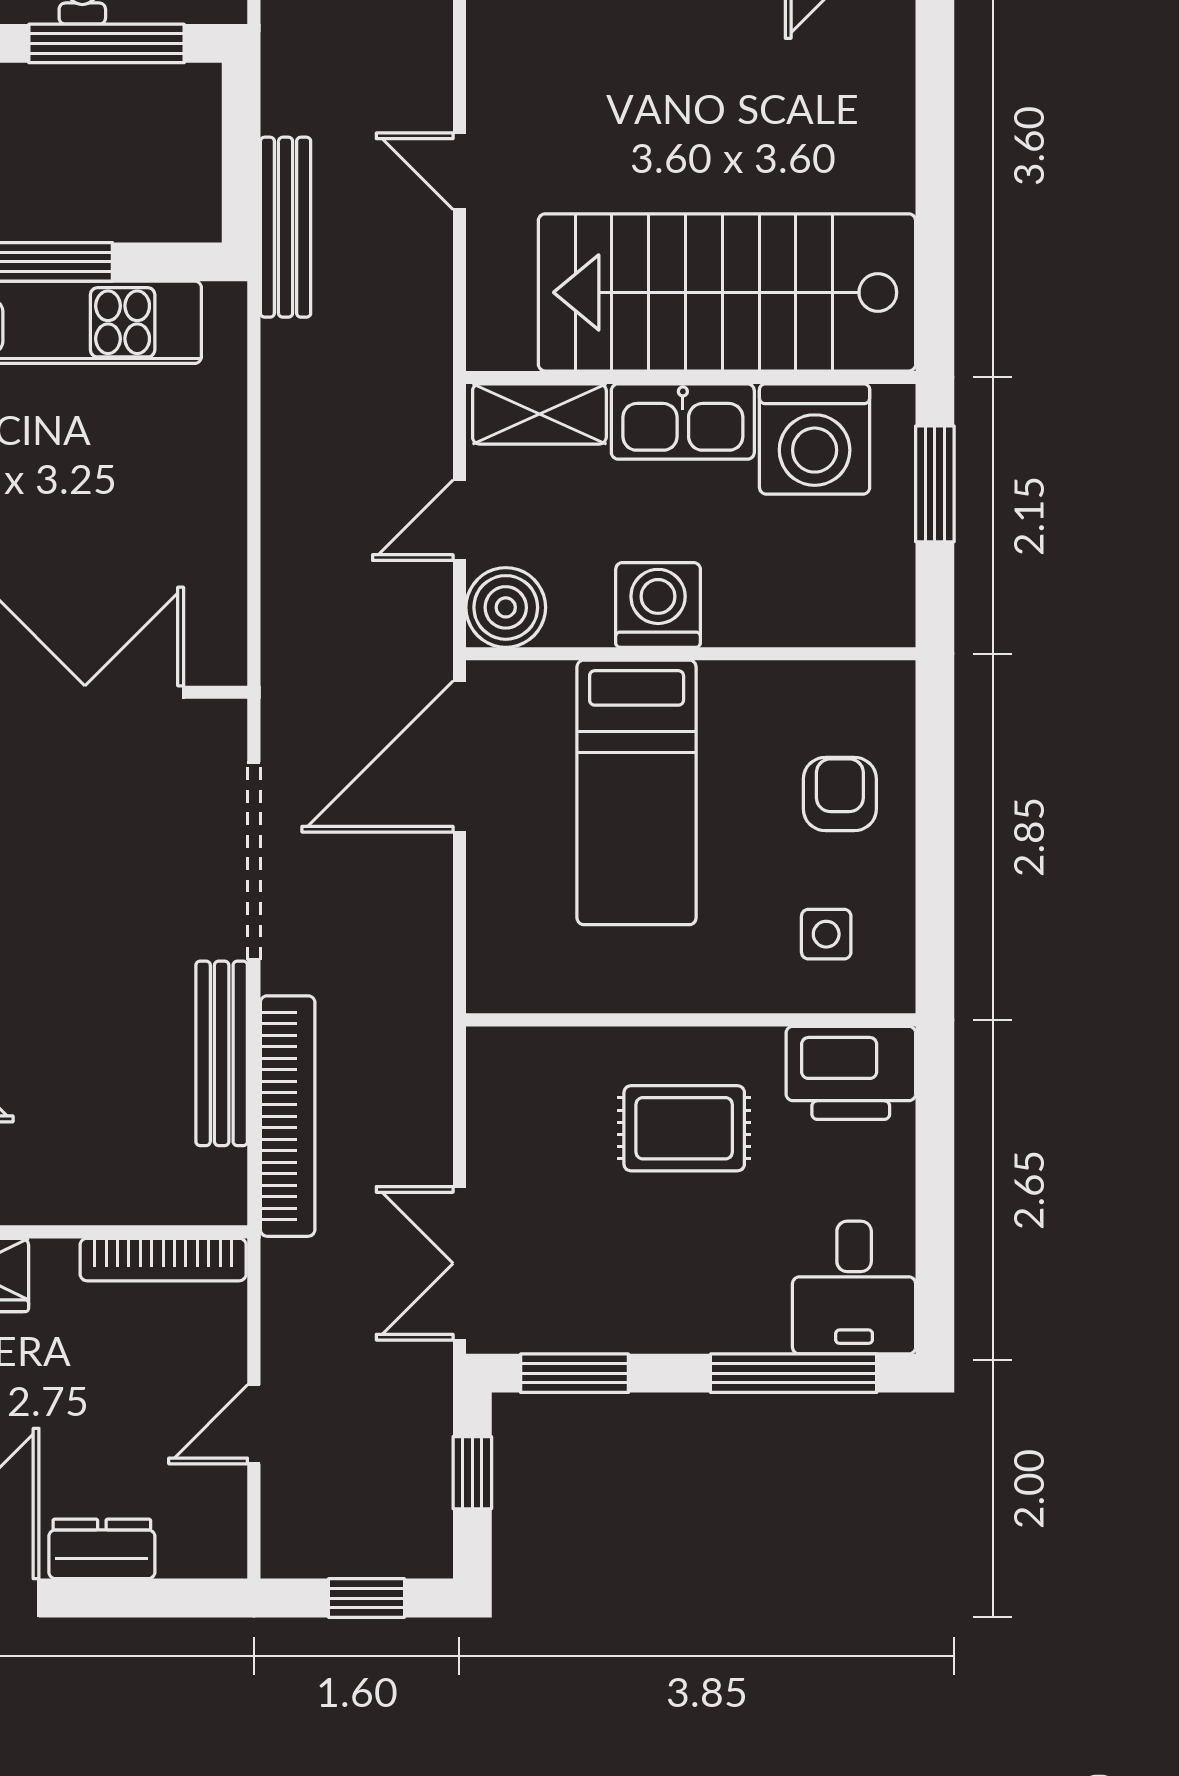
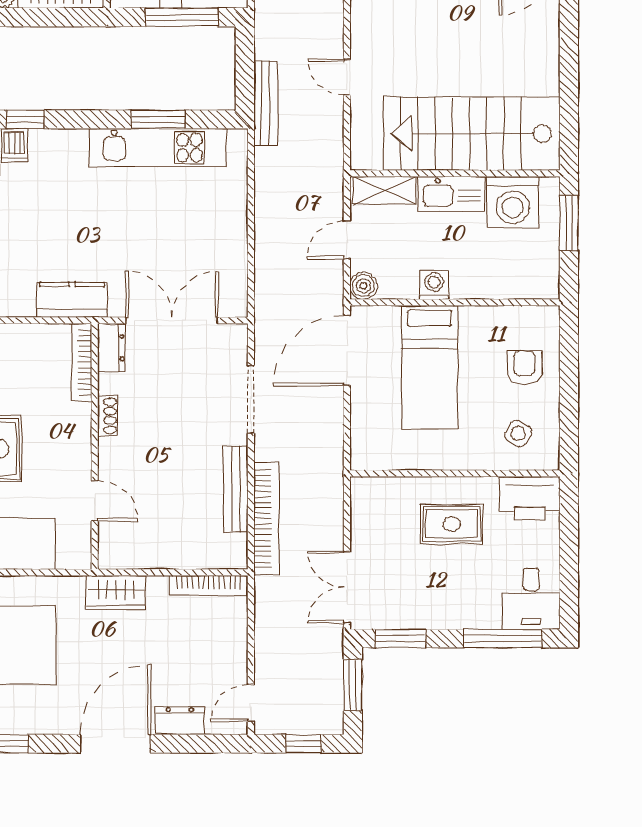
washing machine: (658, 605) -> (434, 285), width x0.73, depth x0.73
boiler: (506, 607) -> (363, 286), width x0.73, depth x0.73
doorway: (254, 861) -> (251, 399), width x0.73
side table: (826, 934) -> (518, 433), turned 32
door: (254, 1424) -> (251, 703), moved
window: (472, 1473) -> (353, 685), width x1.50

